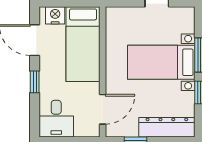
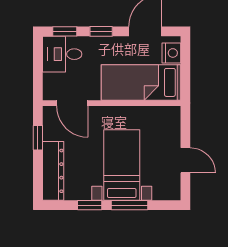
window: (35, 116) -> (65, 31), added

